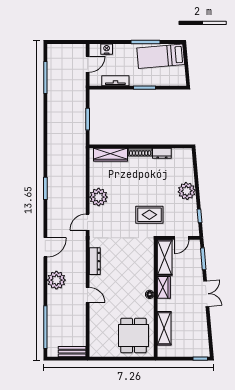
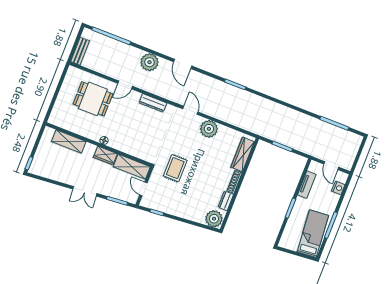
plant: (187, 191) -> (214, 219), moved
dining table: (133, 336) -> (93, 99), moved

